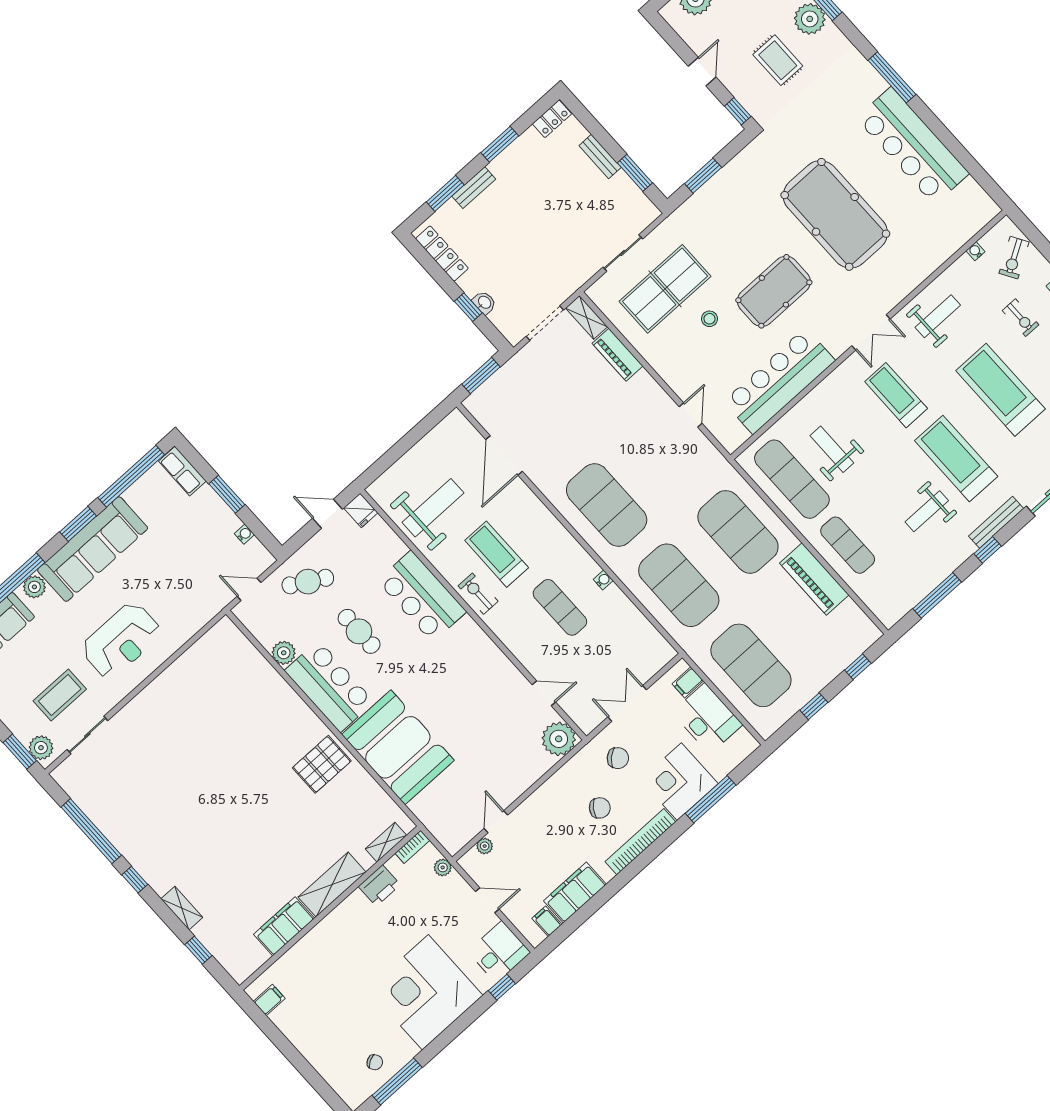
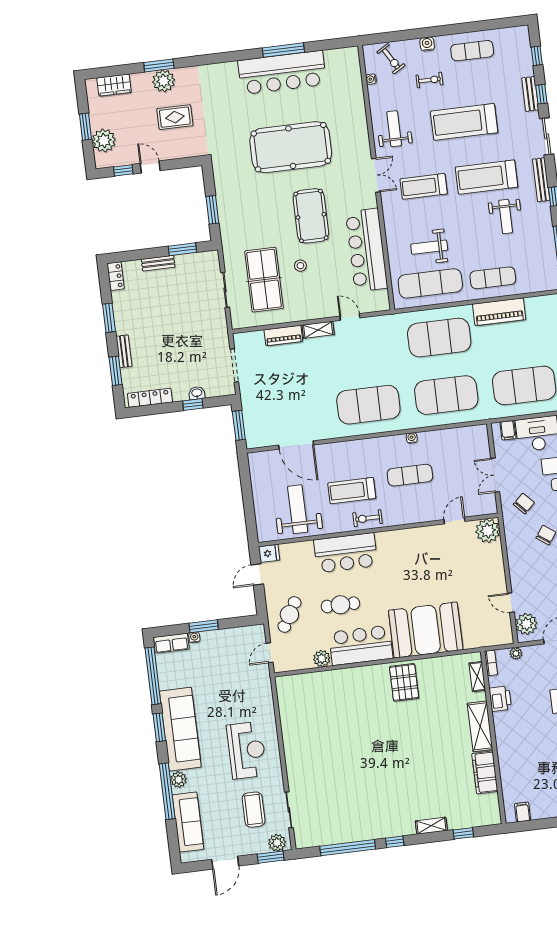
window: (892, 77) -> (283, 50), moved
window: (738, 111) -> (123, 170), moved
shelving: (587, 317) -> (318, 330), moved
water cooler: (244, 534) -> (194, 637), moved
plant: (485, 846) -> (526, 624), width x1.88, depth x1.88

